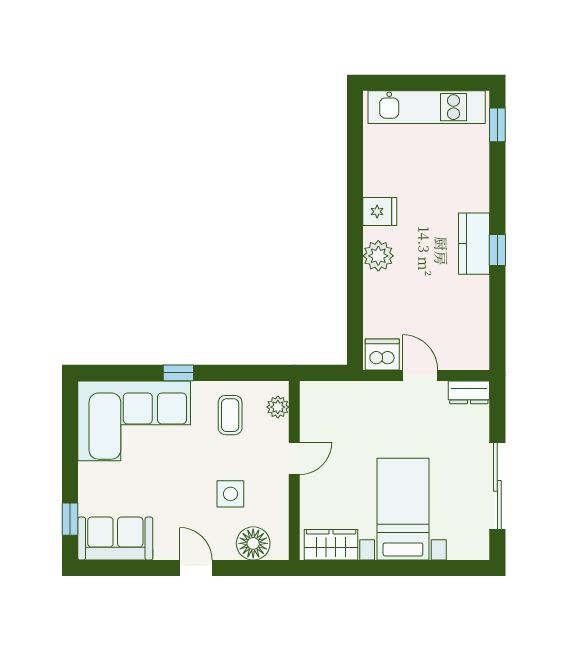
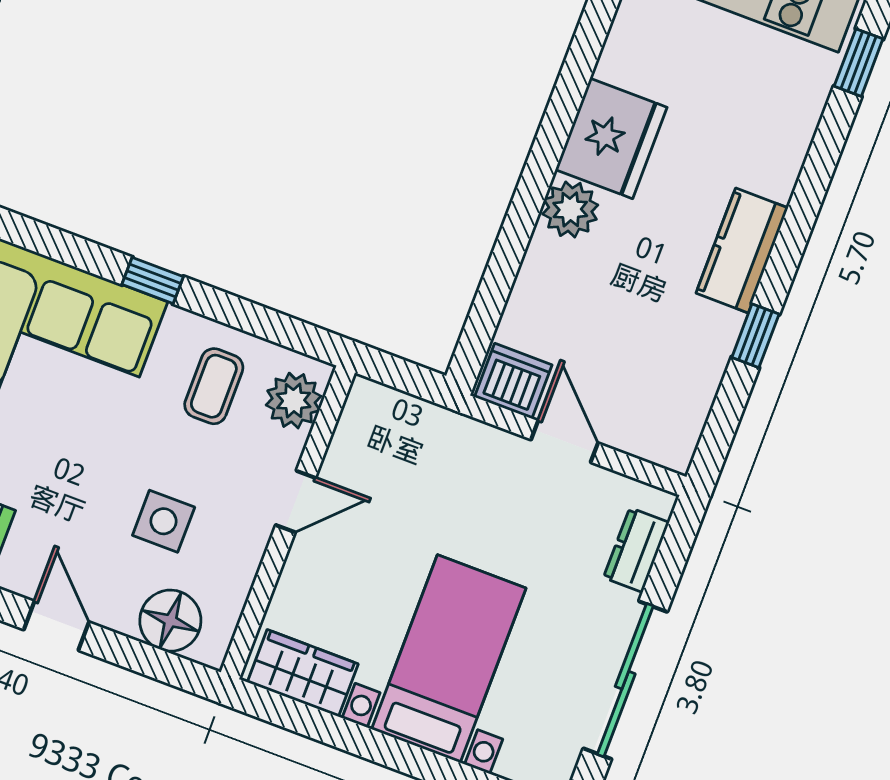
fridge: (380, 212) -> (611, 138), width x1.88, depth x1.34
window: (497, 250) -> (755, 336), moved
dresser: (469, 392) -> (636, 550), moved, turned 90
plant: (278, 407) -> (294, 401), width x1.38, depth x1.38

